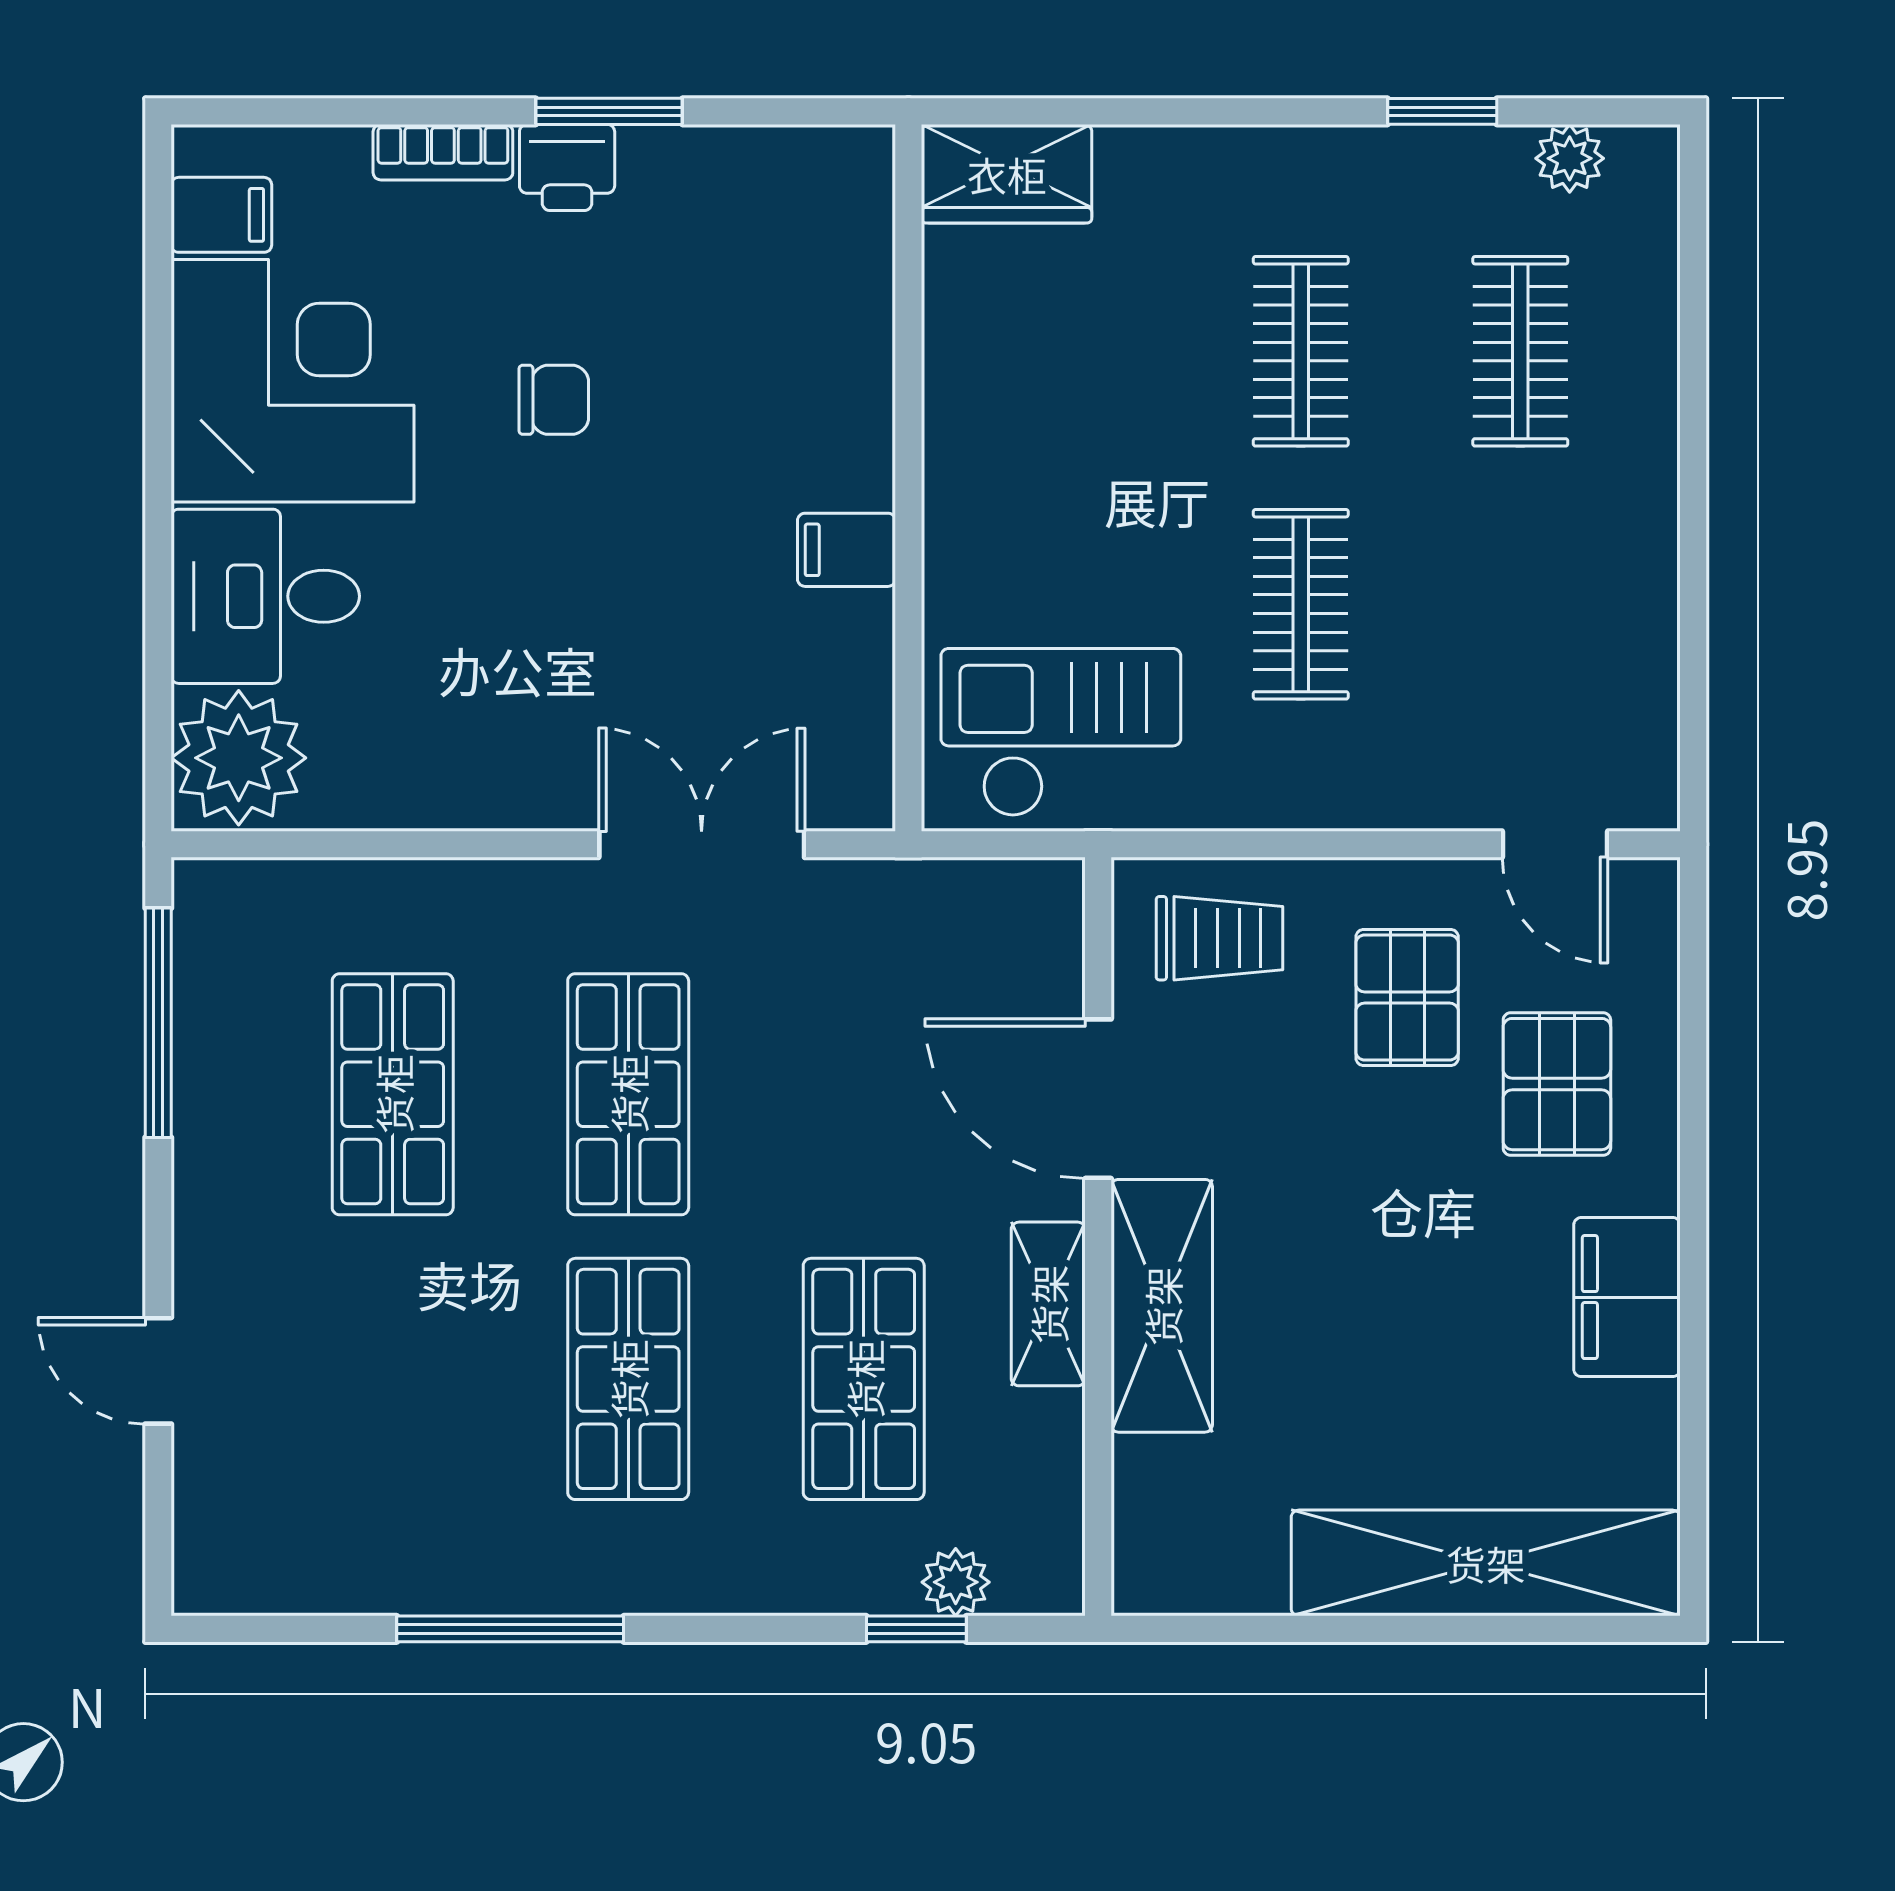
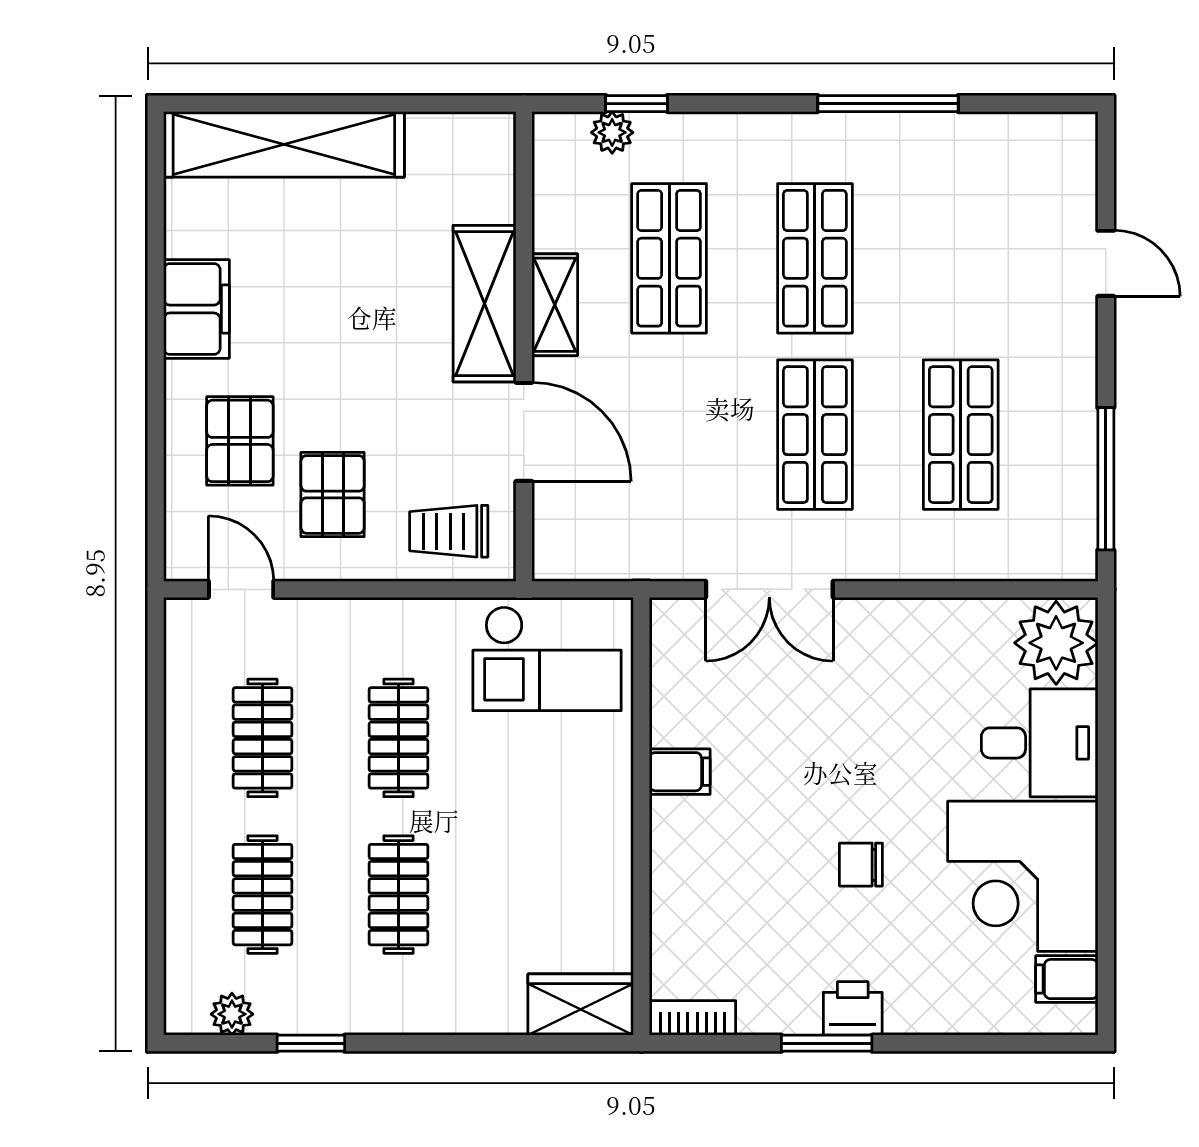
bookcase: (443, 152) -> (693, 1018), moved
clothes rail: (1520, 604) -> (263, 738), added

